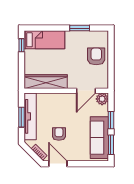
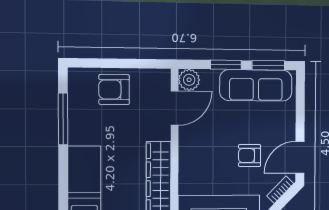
window: (80, 28) -> (63, 119), width x1.44
door: (86, 91) -> (175, 108), hinge flipped

